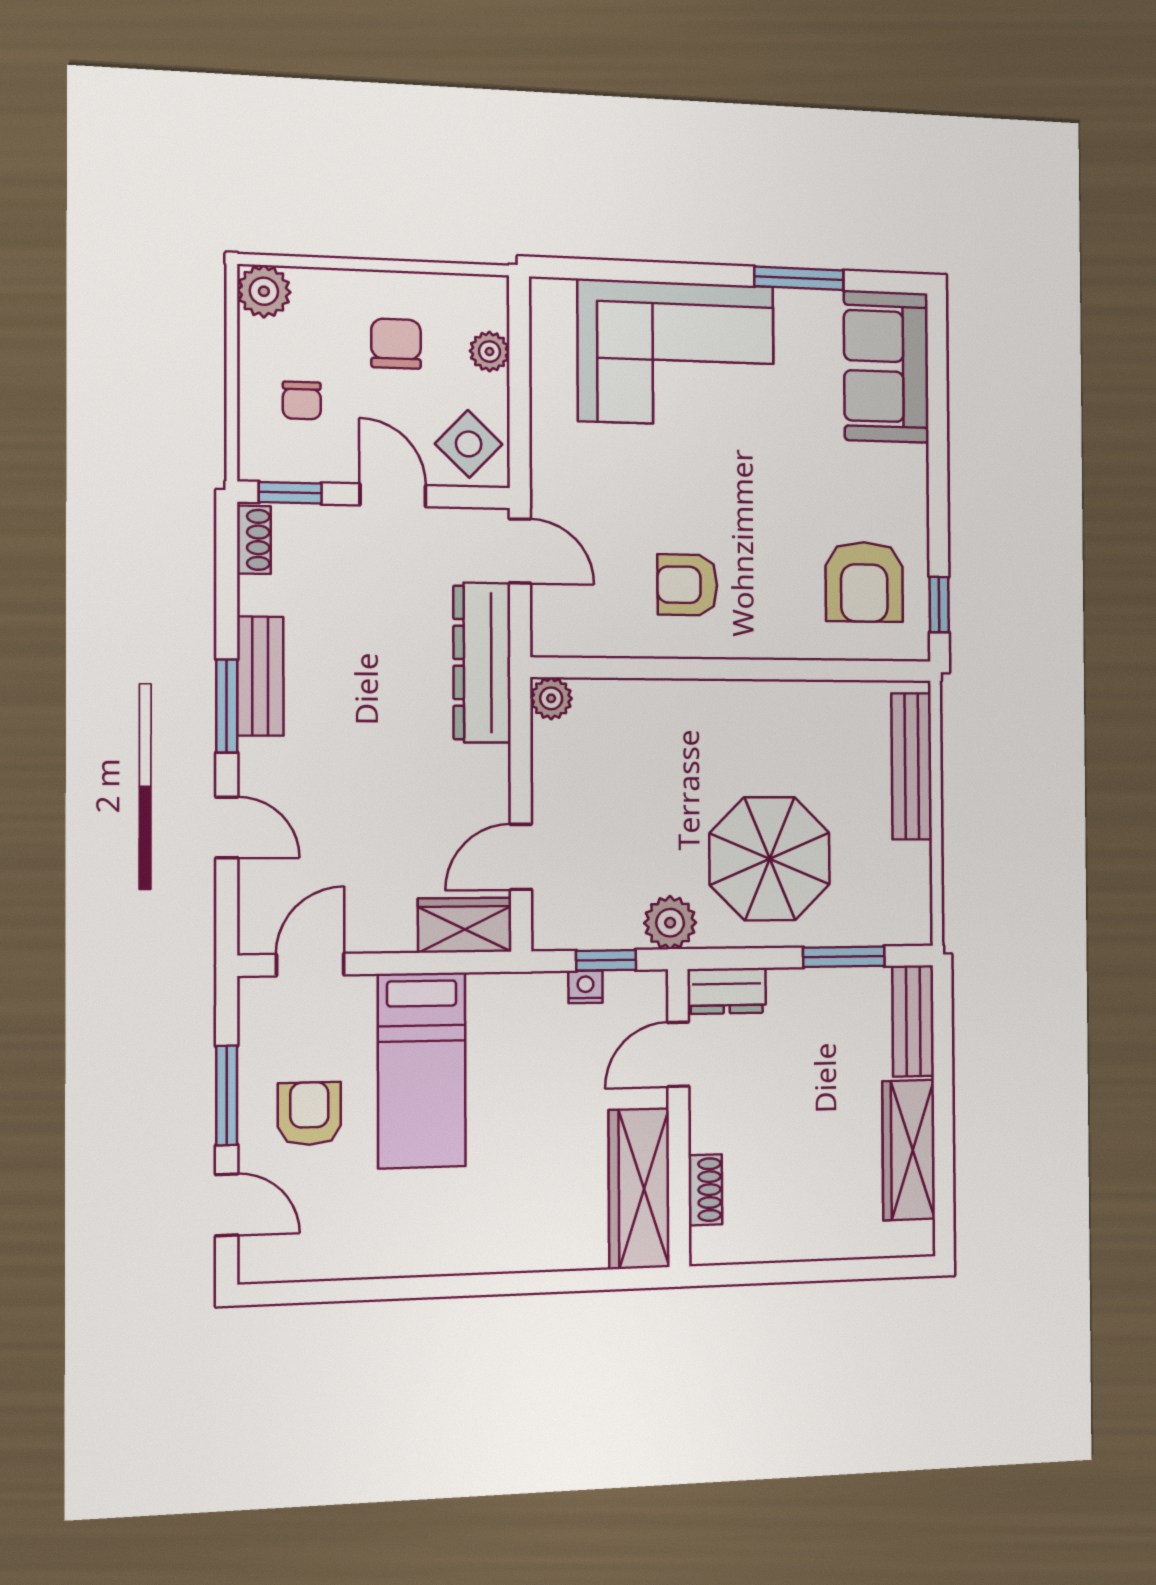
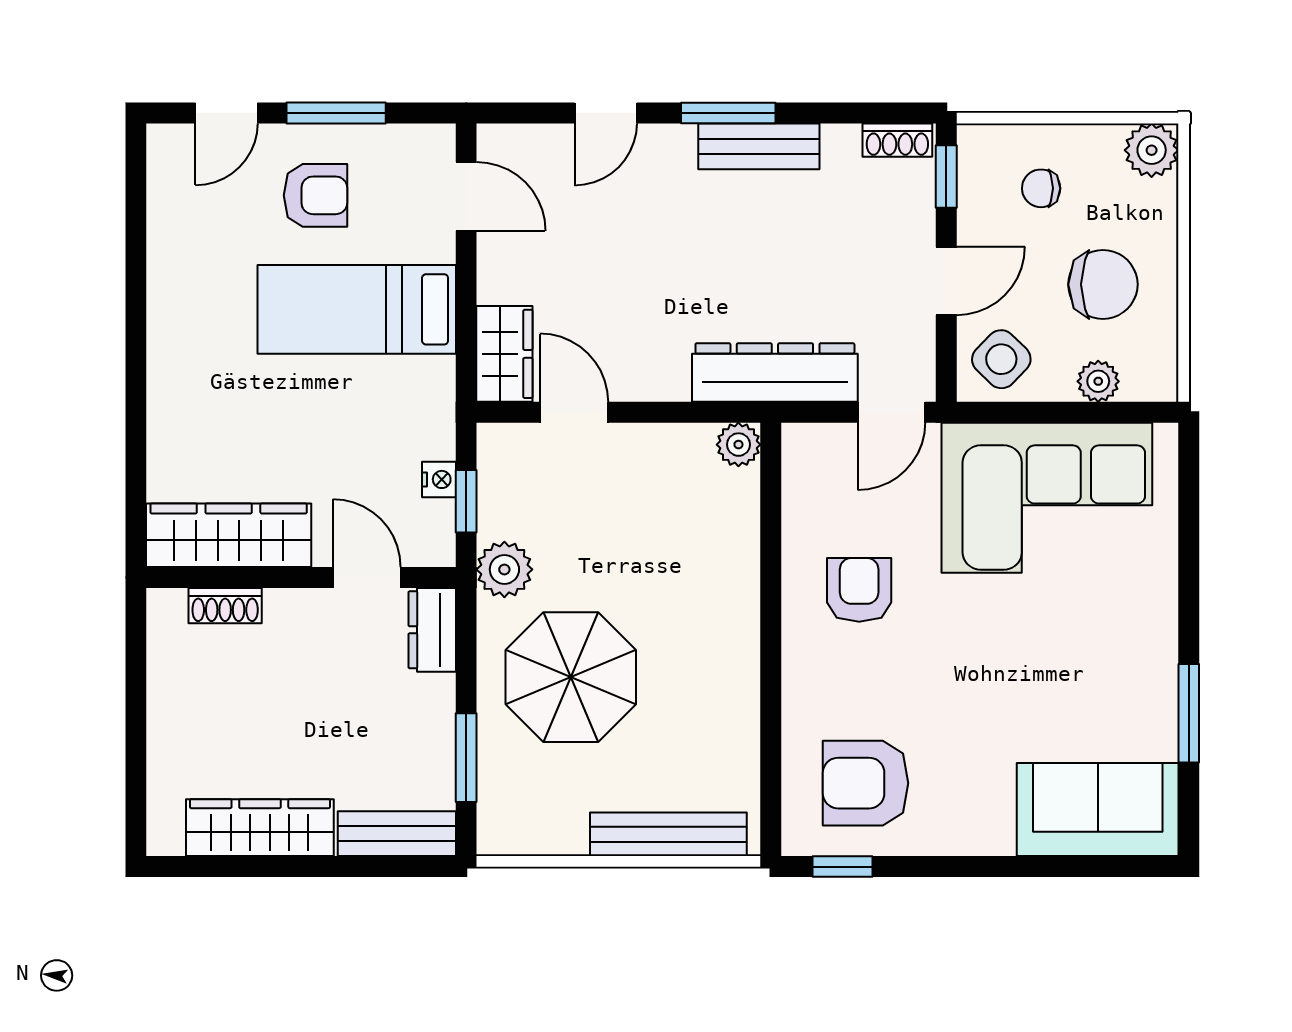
chair: (396, 344) -> (1103, 284), width x1.37, depth x1.37
corner sofa: (676, 353) -> (1047, 498), moved, turned -90

